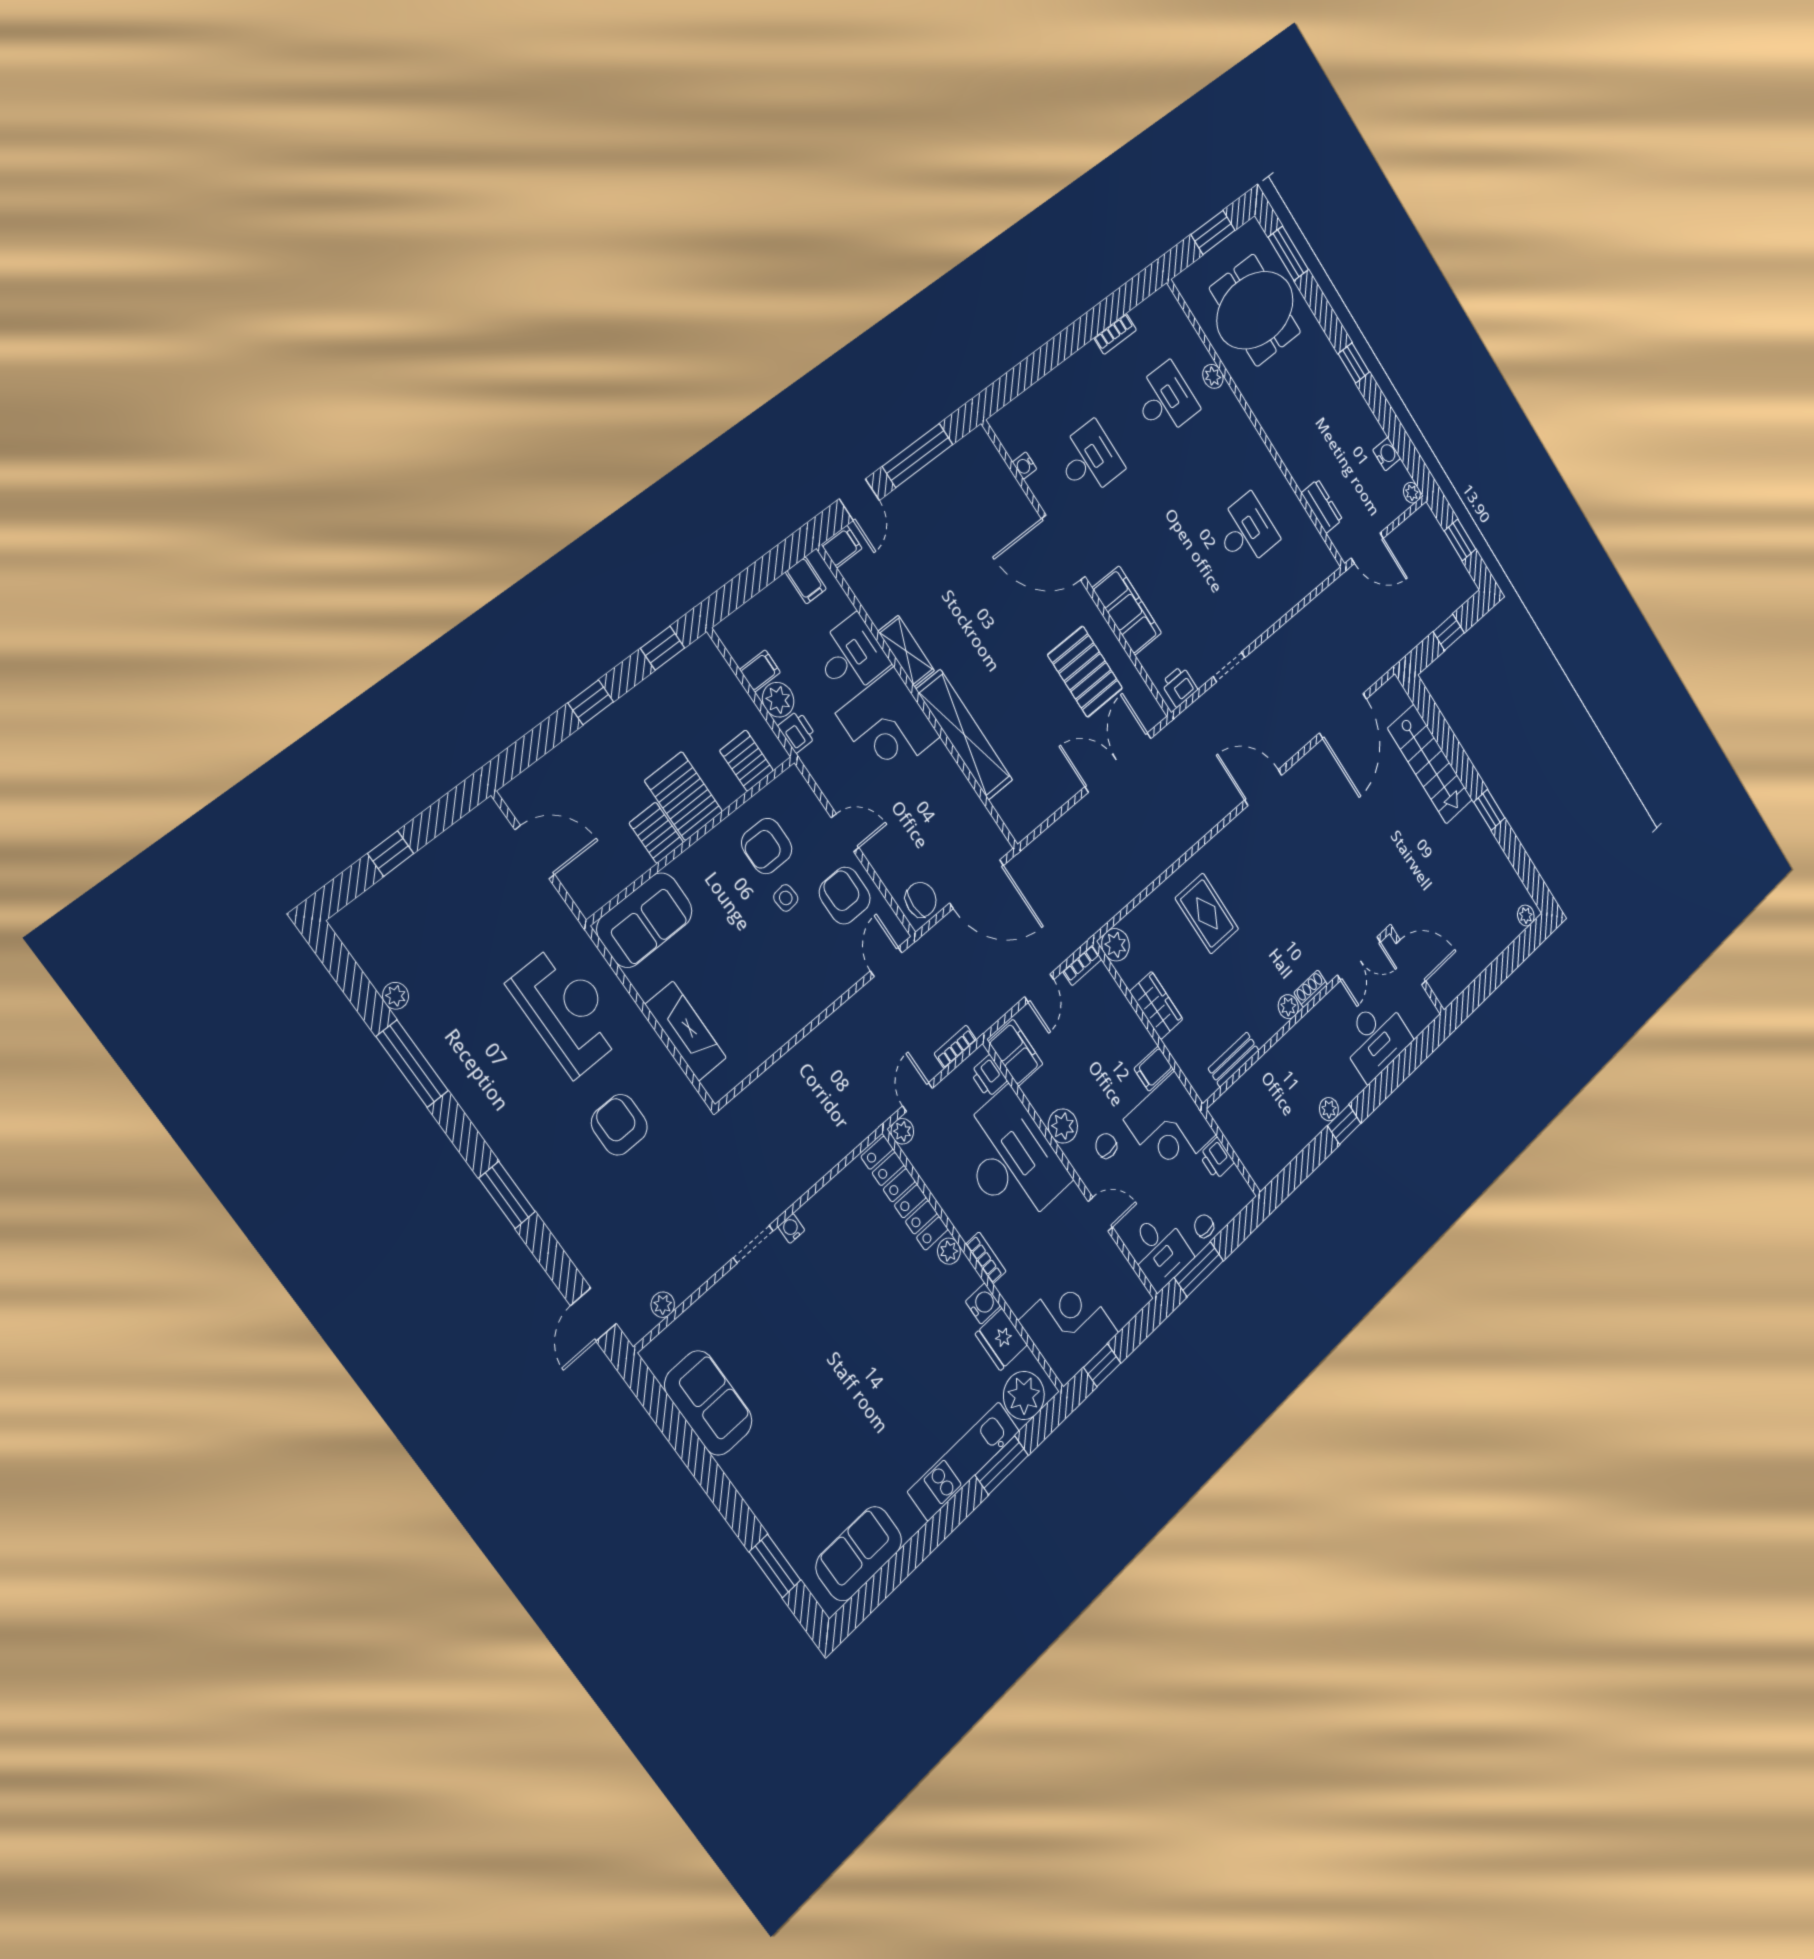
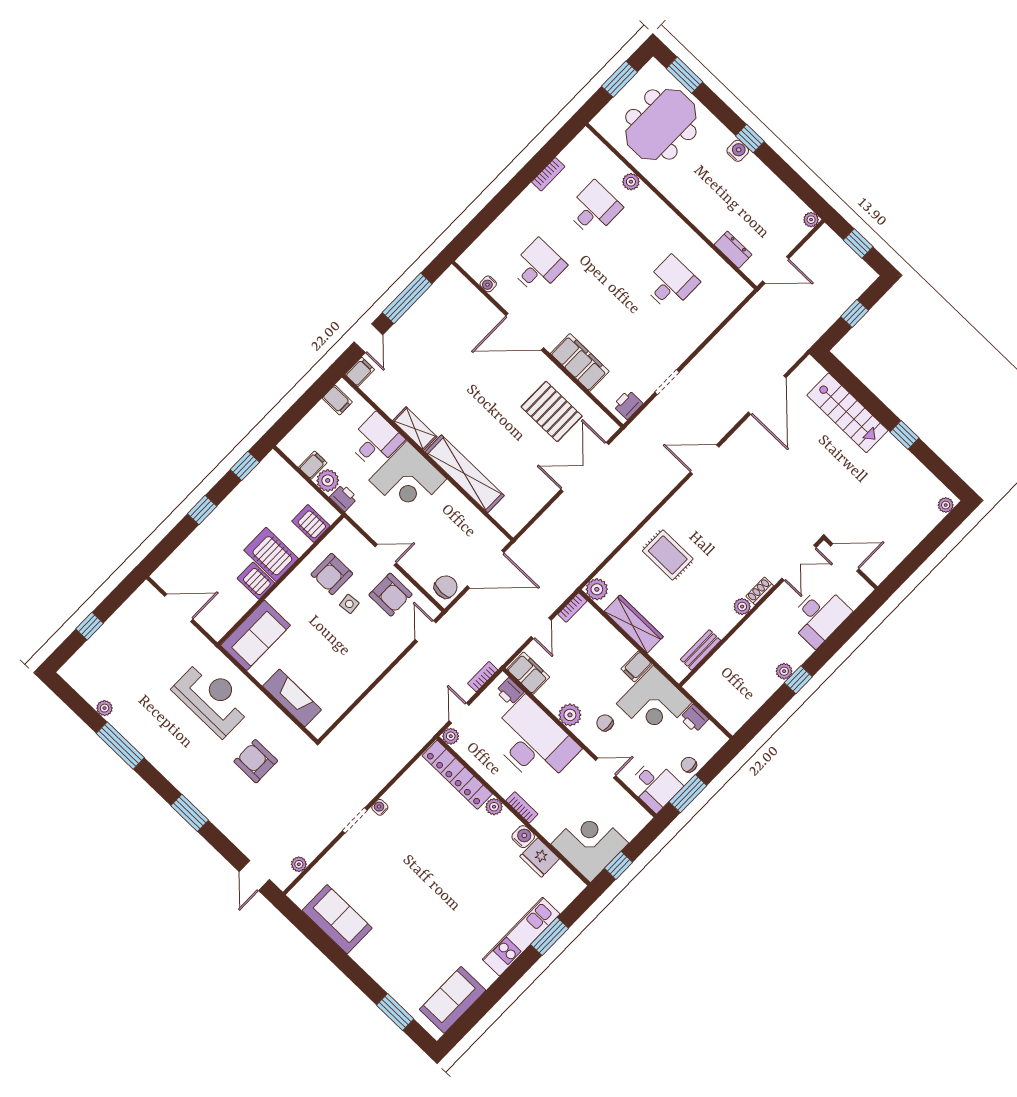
water cooler: (1387, 454) -> (738, 151), moved
armchair: (845, 896) -> (391, 595), turned 180
wardrobe: (1156, 1005) -> (634, 624), width x1.50
plant: (1024, 1395) -> (561, 891), removed

